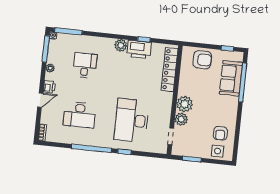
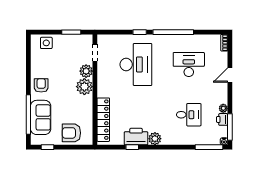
desk: (85, 65) -> (189, 115), turned -90
printer: (49, 87) -> (222, 119), moved
armchair: (220, 133) -> (41, 85), moved

